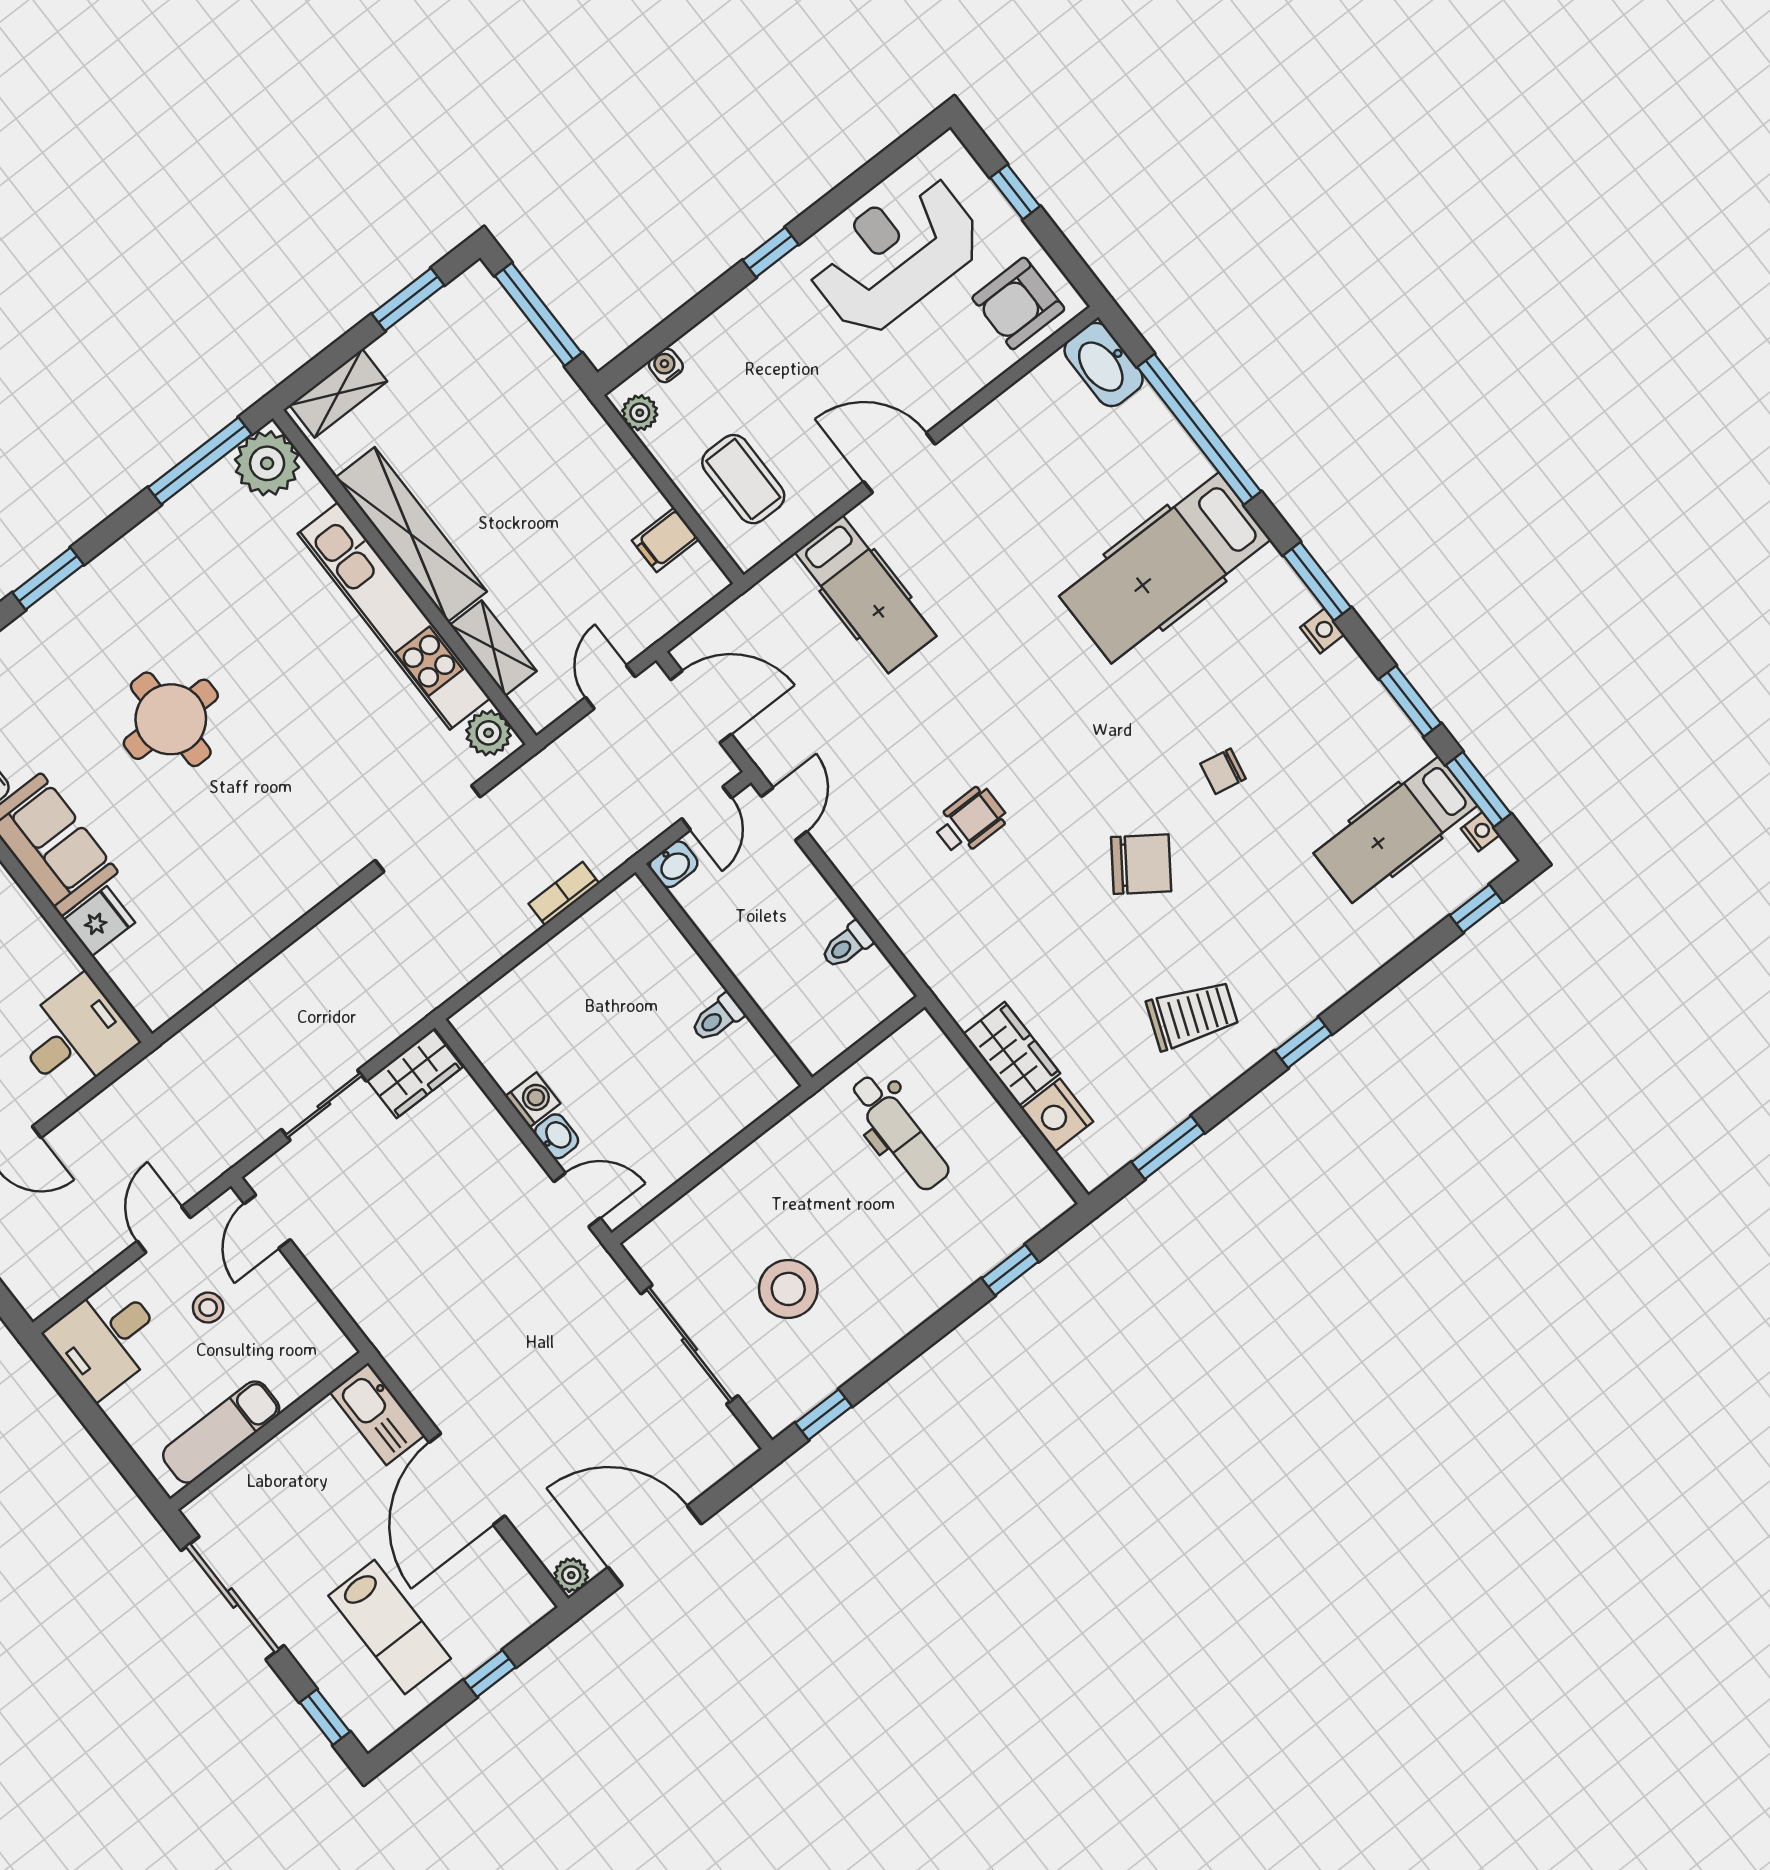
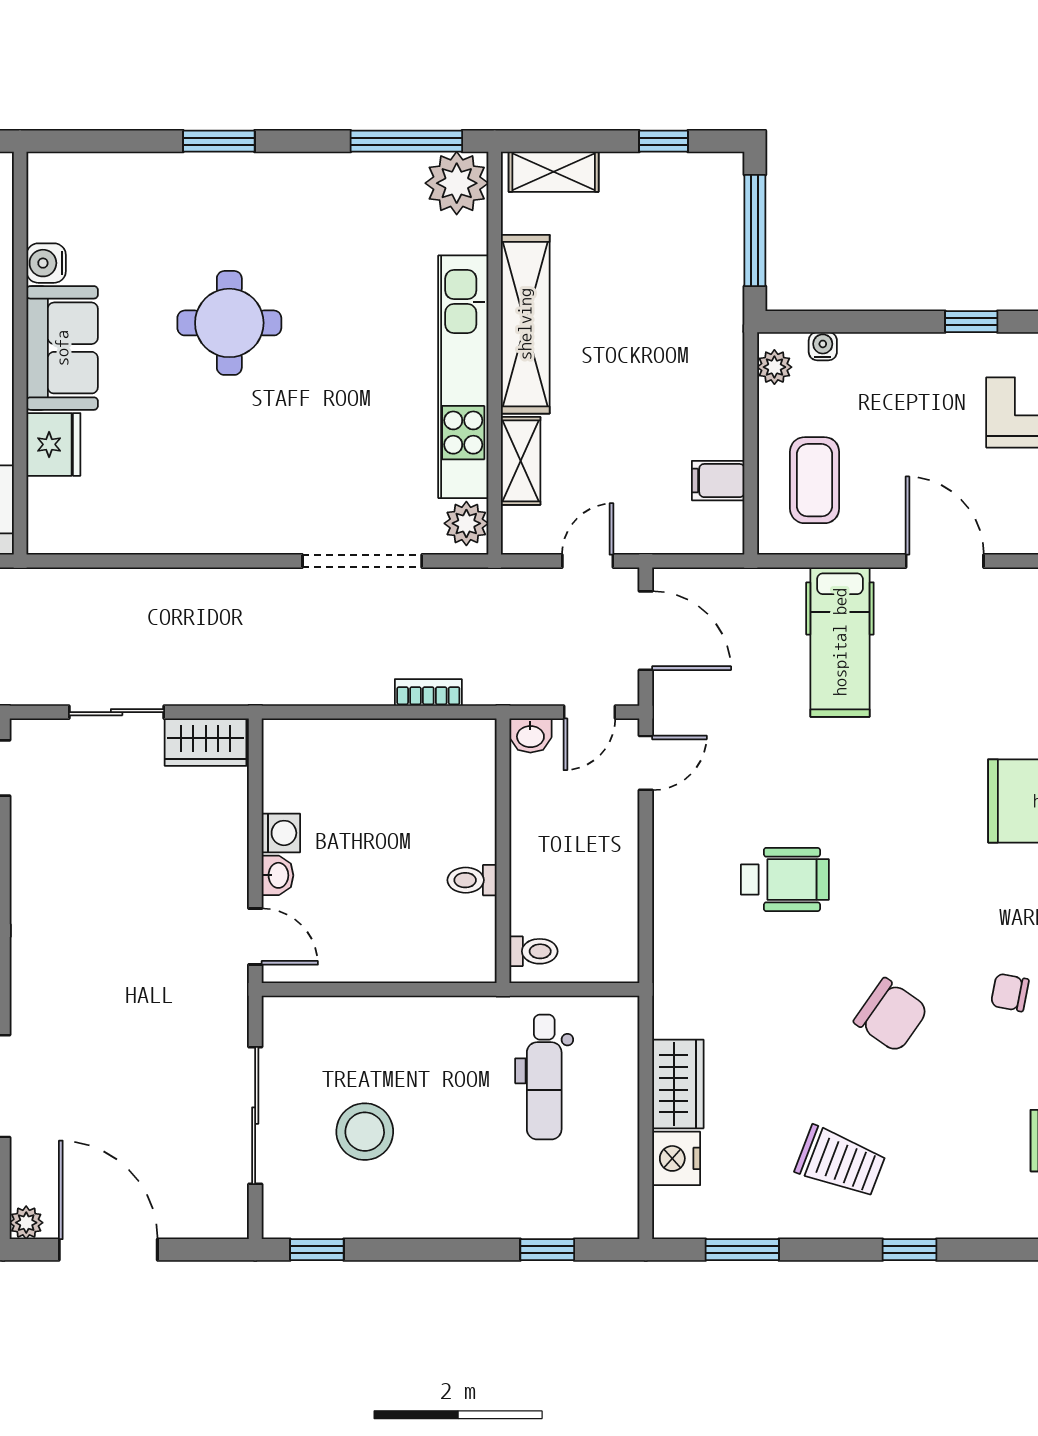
window: (408, 299) -> (663, 141), width x0.67
wheelchair: (970, 821) -> (785, 880), width x1.36, depth x1.37
fridge: (99, 921) -> (53, 444), width x1.38
toilet: (847, 945) -> (533, 951), moved, turned 180

